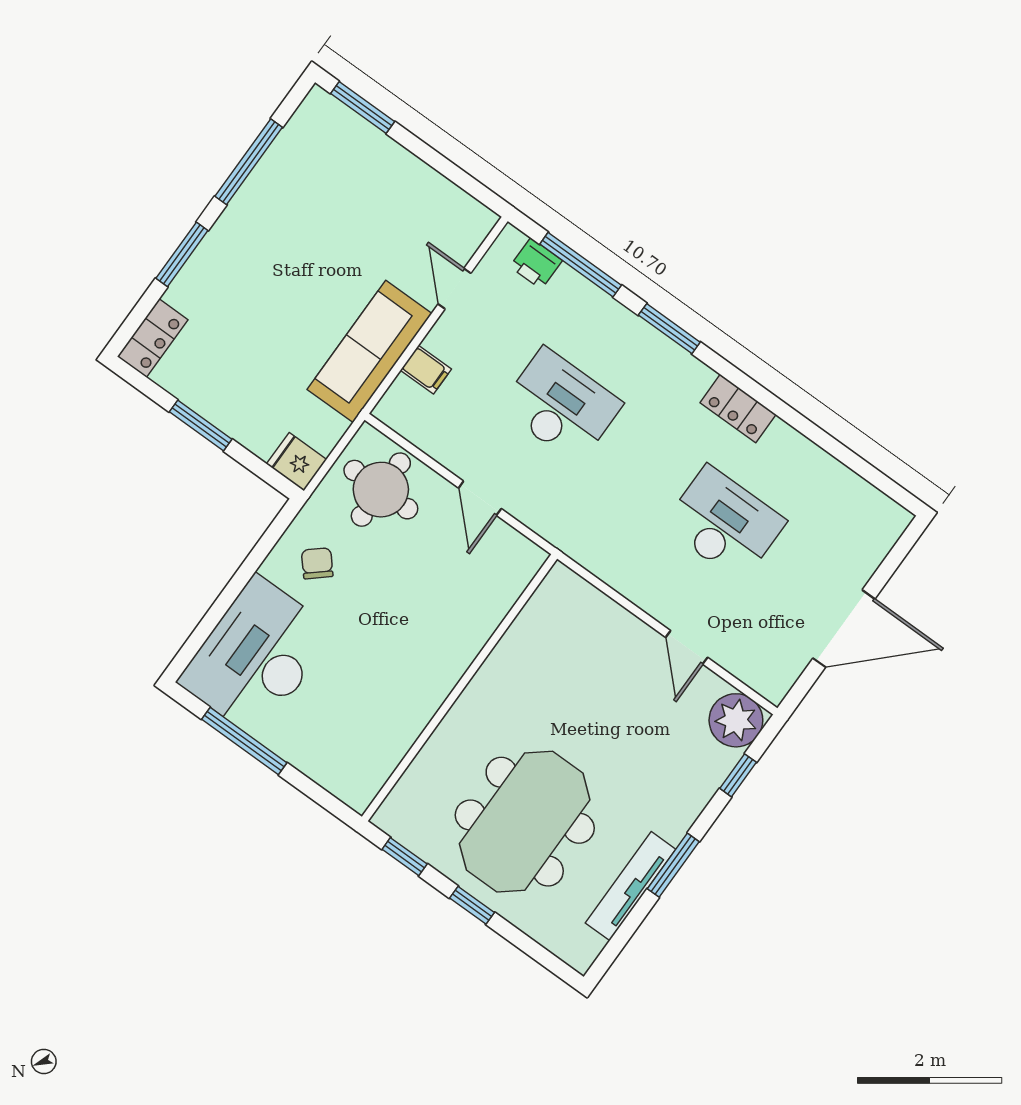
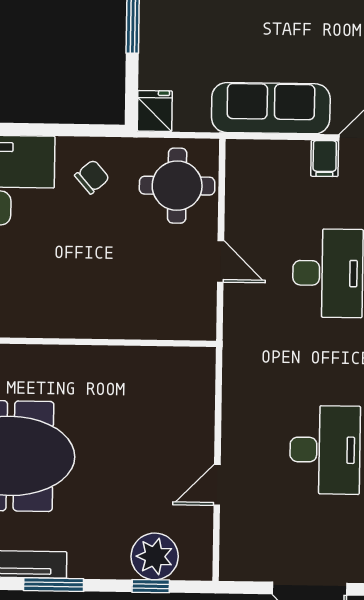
filing cabinet: (426, 370) -> (325, 158), moved
door: (480, 498) -> (221, 261), swing flipped
plant: (736, 720) -> (155, 556), moved

